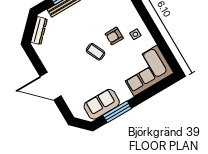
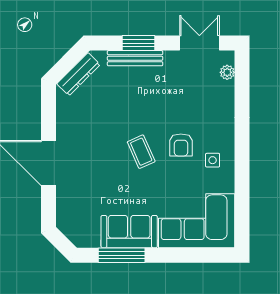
armchair: (114, 36) -> (181, 145), turned -90
sofa: (102, 104) -> (129, 232), moved

